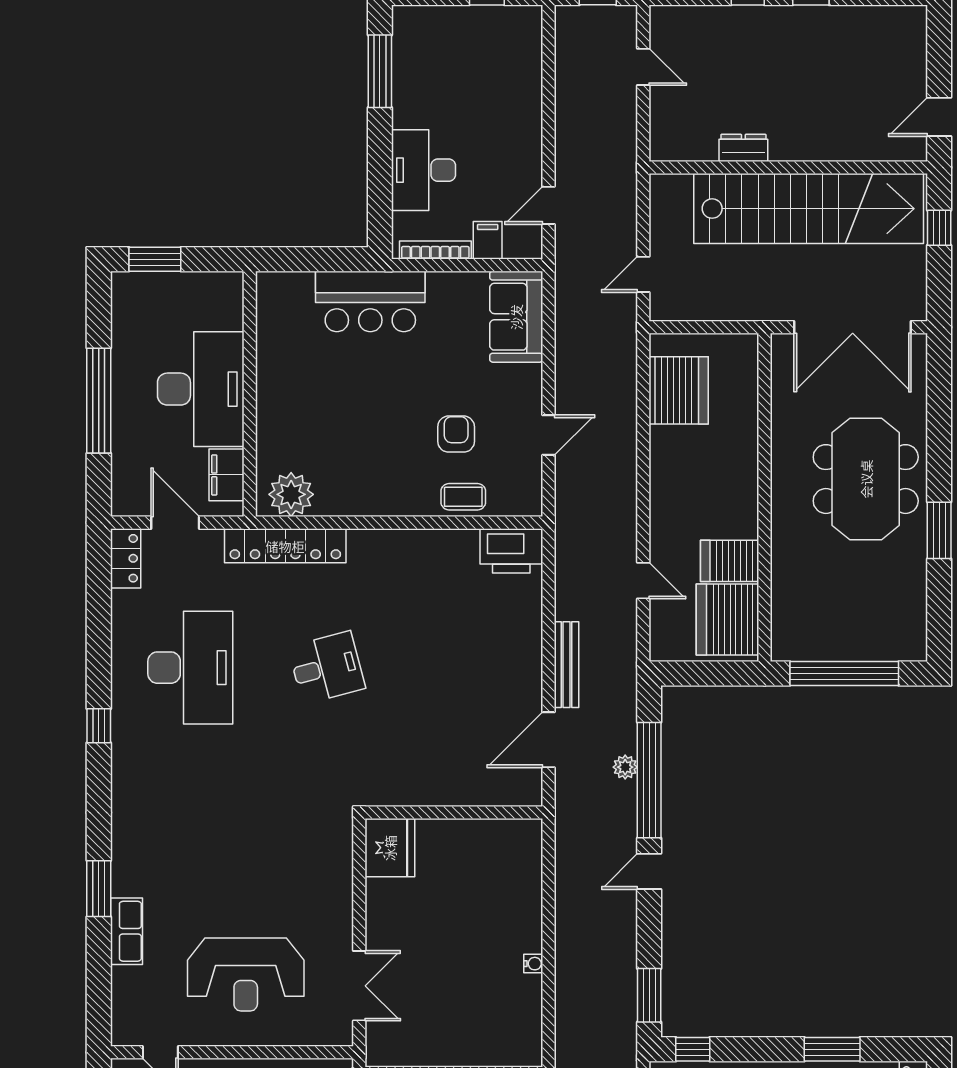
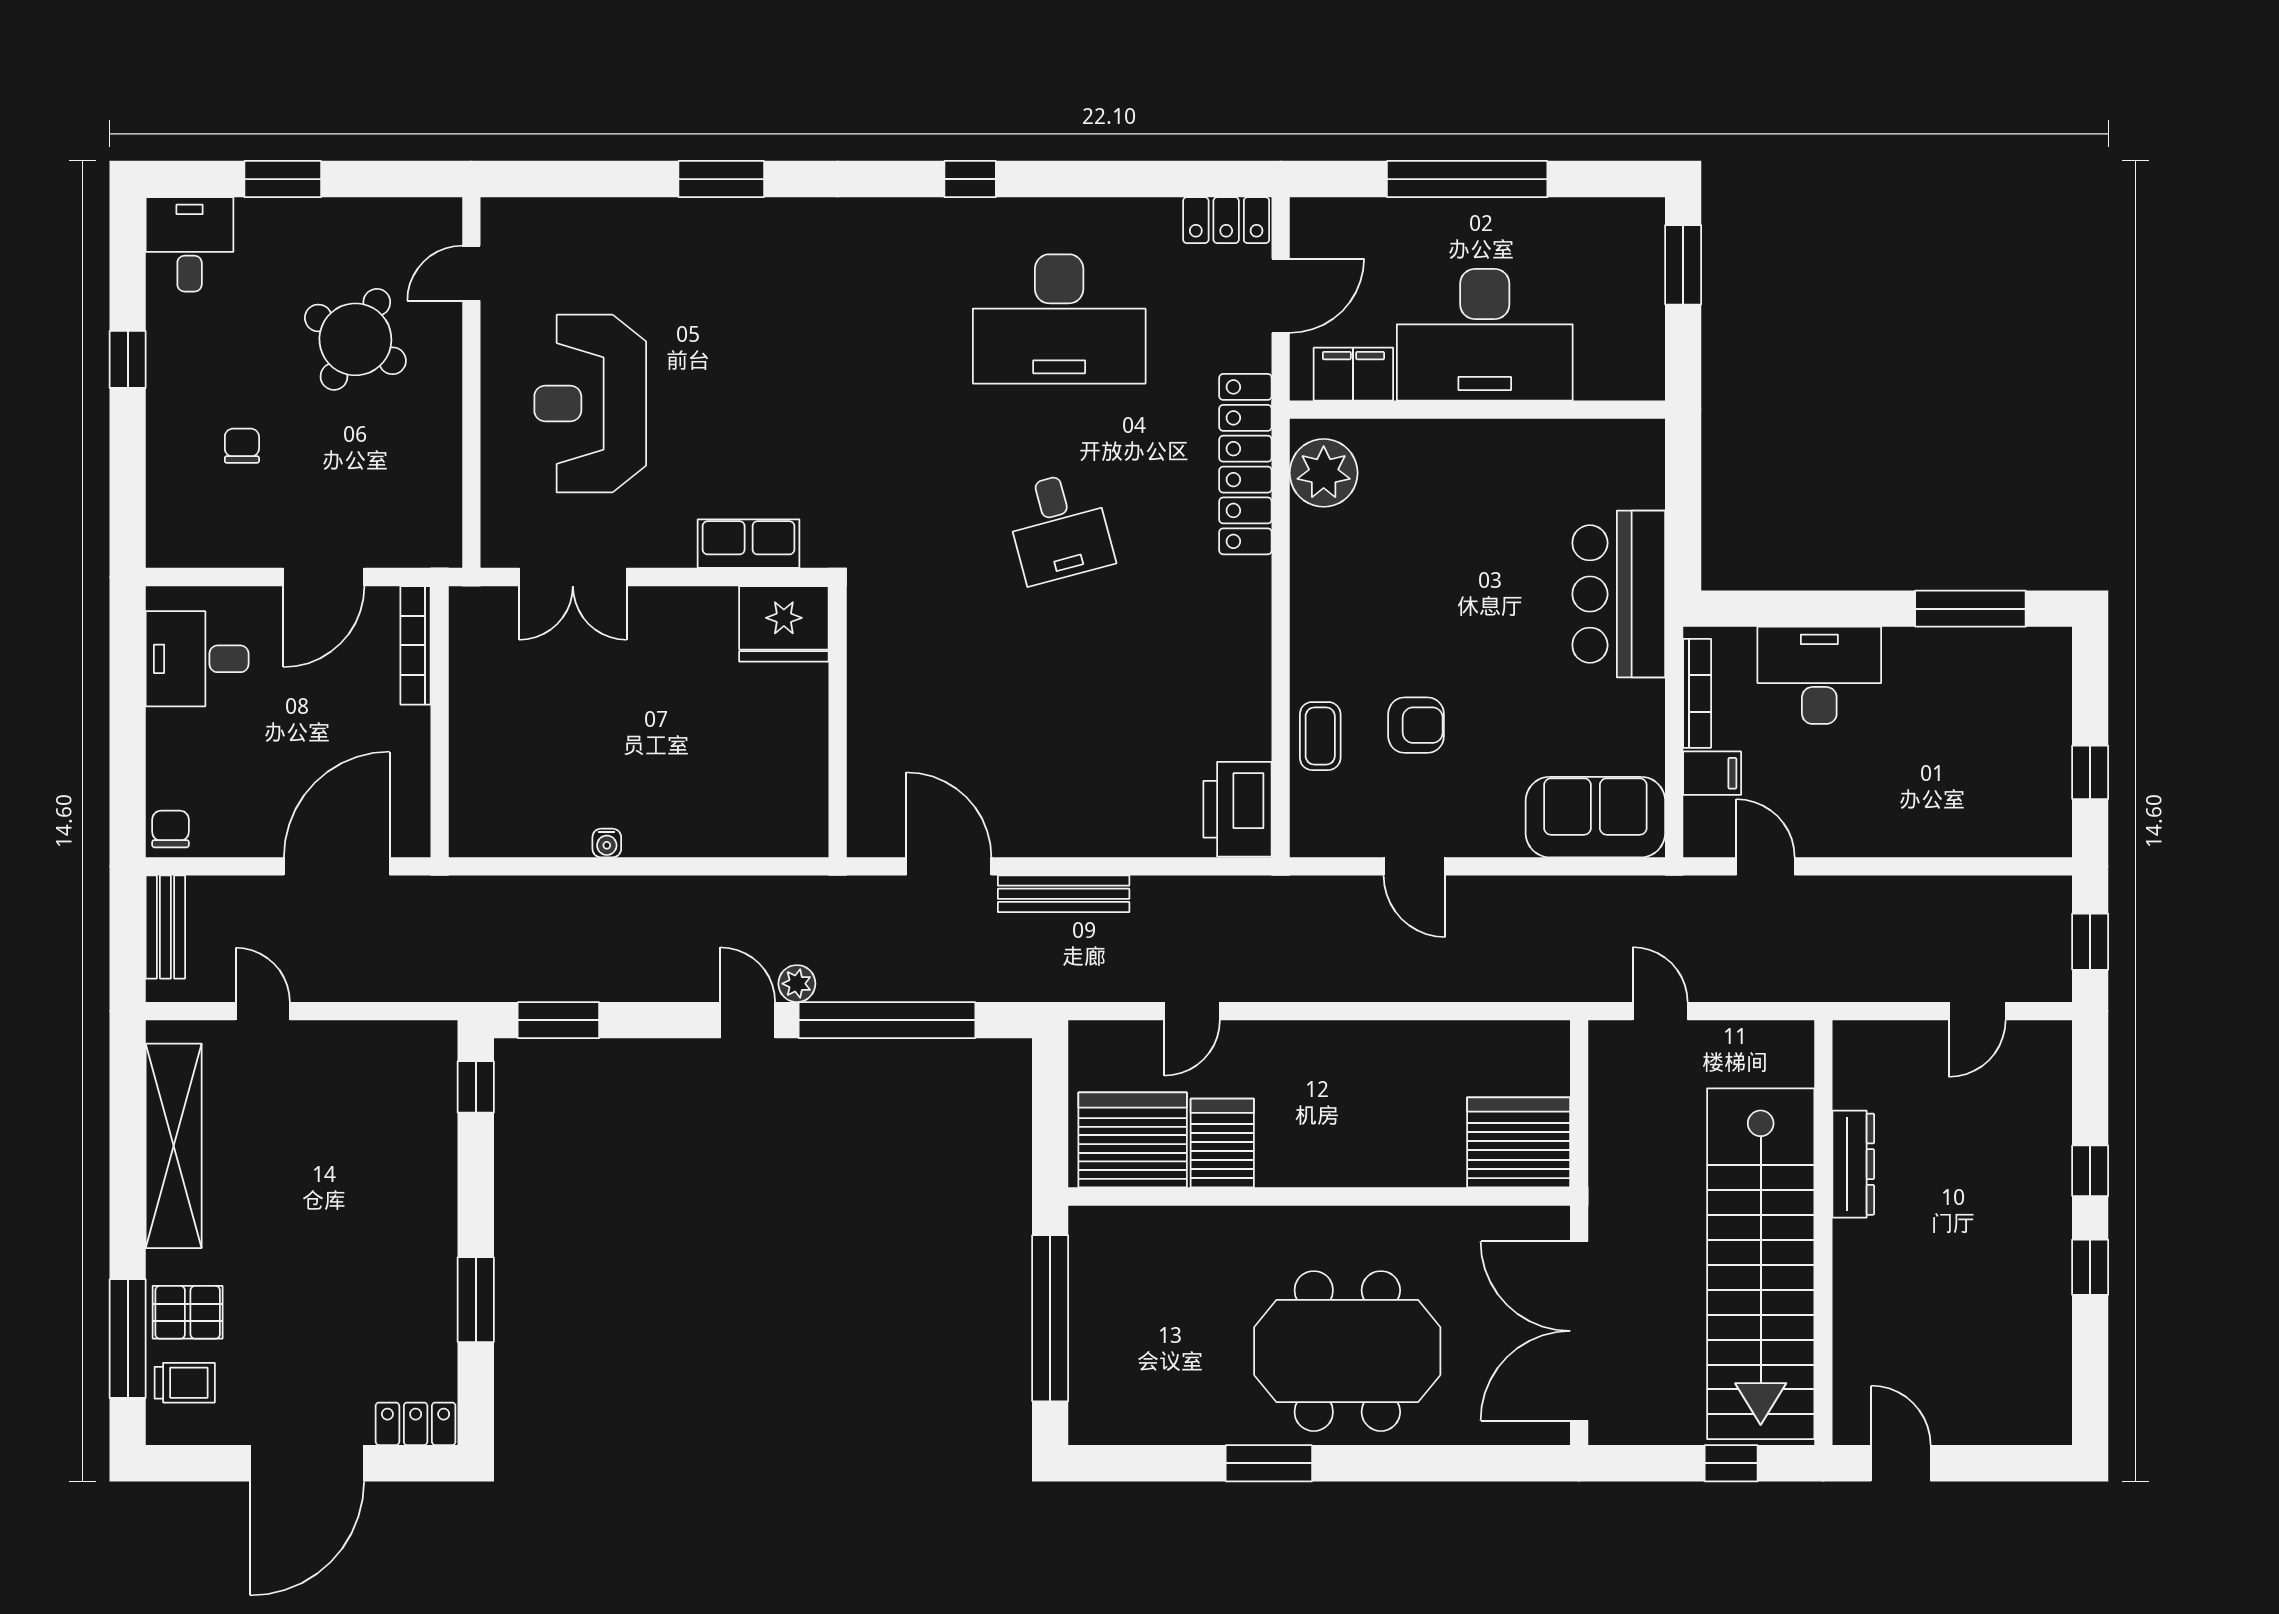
dresser: (743, 148) -> (1853, 1164), width x1.44
server rack: (679, 390) -> (1519, 1142), moved, turned 180
plant: (625, 767) -> (797, 984), moved
row of seats: (127, 931) -> (749, 544), moved, turned 180

